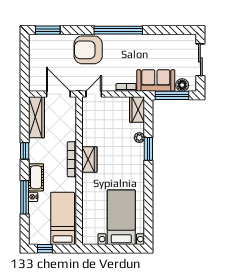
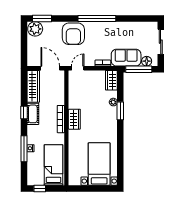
plant: (39, 44) -> (35, 29), added
armchair: (88, 50) -> (73, 34), turned -90
cot: (36, 177) -> (33, 114), moved

